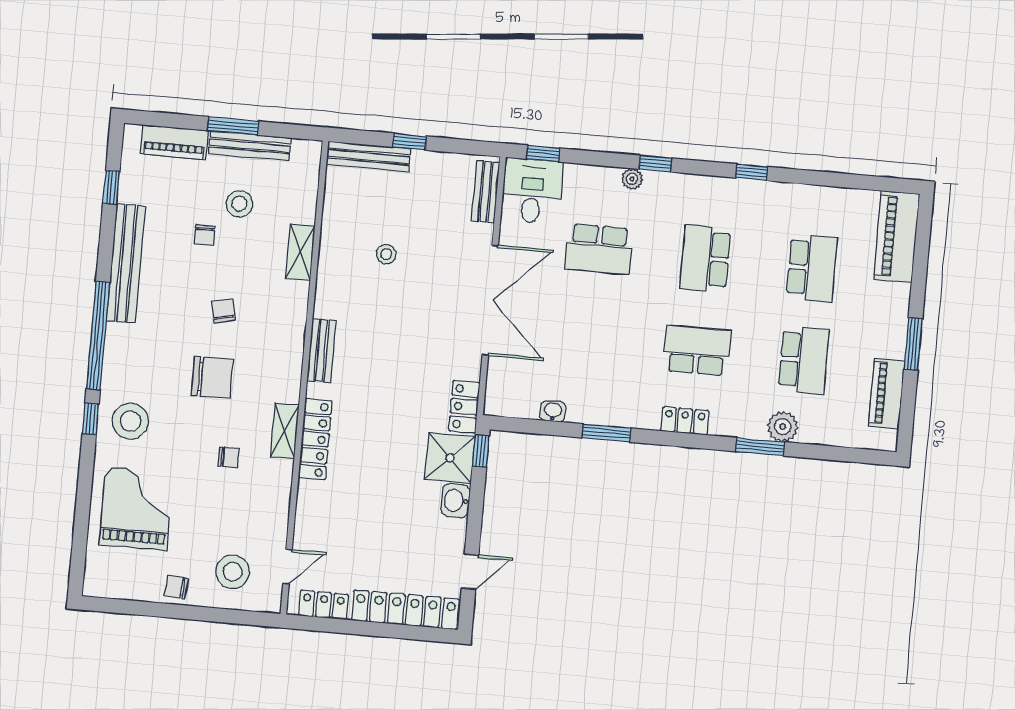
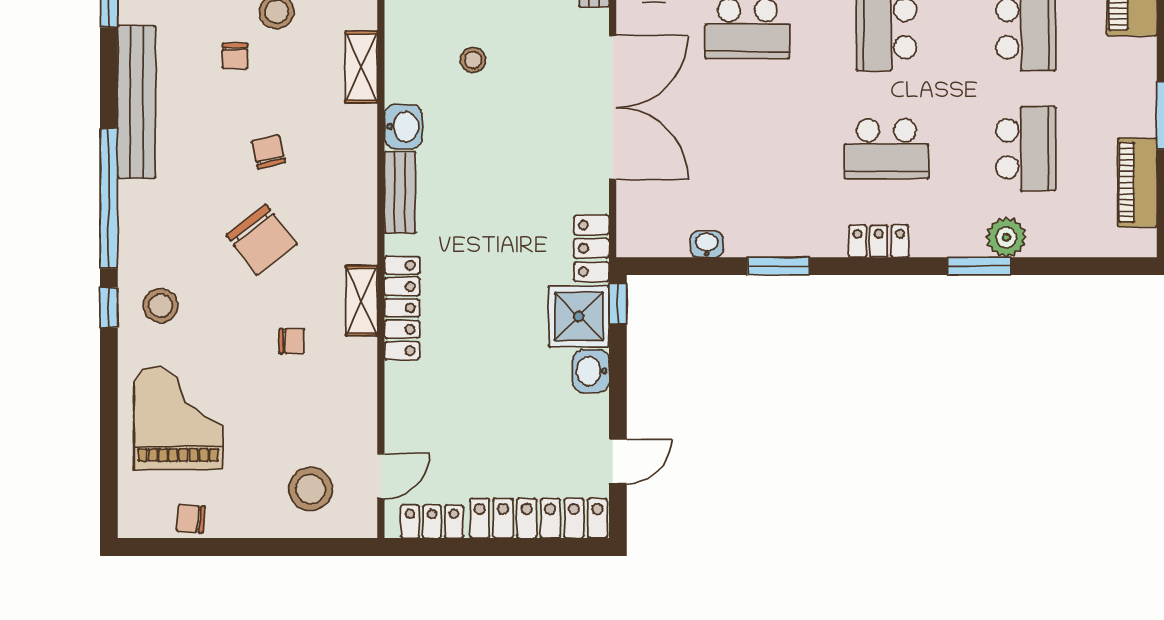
washbasin: (328, 300) -> (403, 127), added
school desk: (697, 351) -> (887, 149), turned 180
chair: (212, 377) -> (262, 240), turned 52
stool: (130, 421) -> (161, 306), width x0.73, depth x0.73
chair: (176, 587) -> (191, 519), moved

